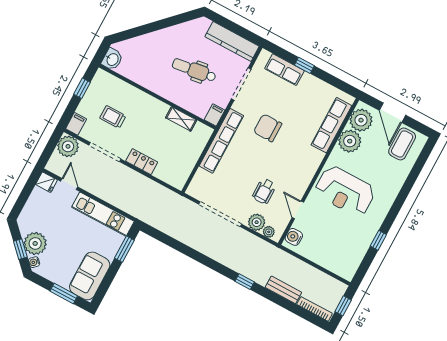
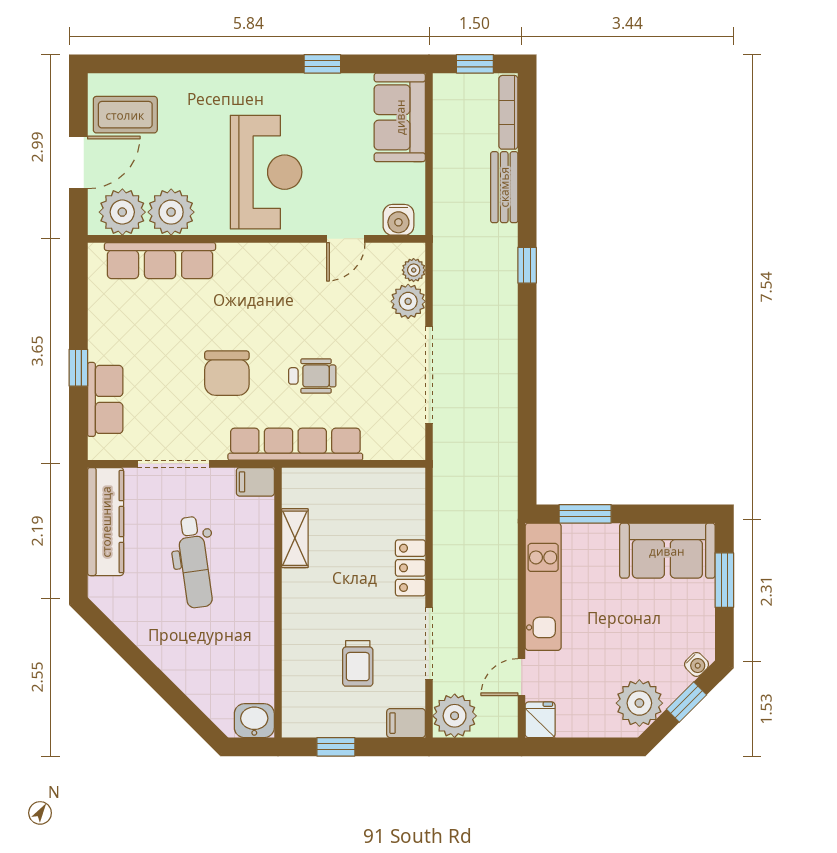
wheelchair: (264, 191) -> (312, 376), moved
plant: (35, 243) -> (639, 703), moved
sofa: (338, 261) -> (400, 117), added

